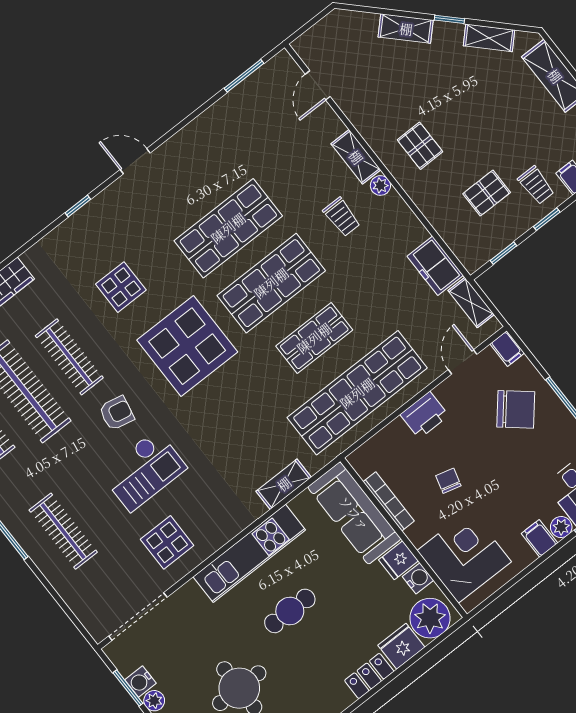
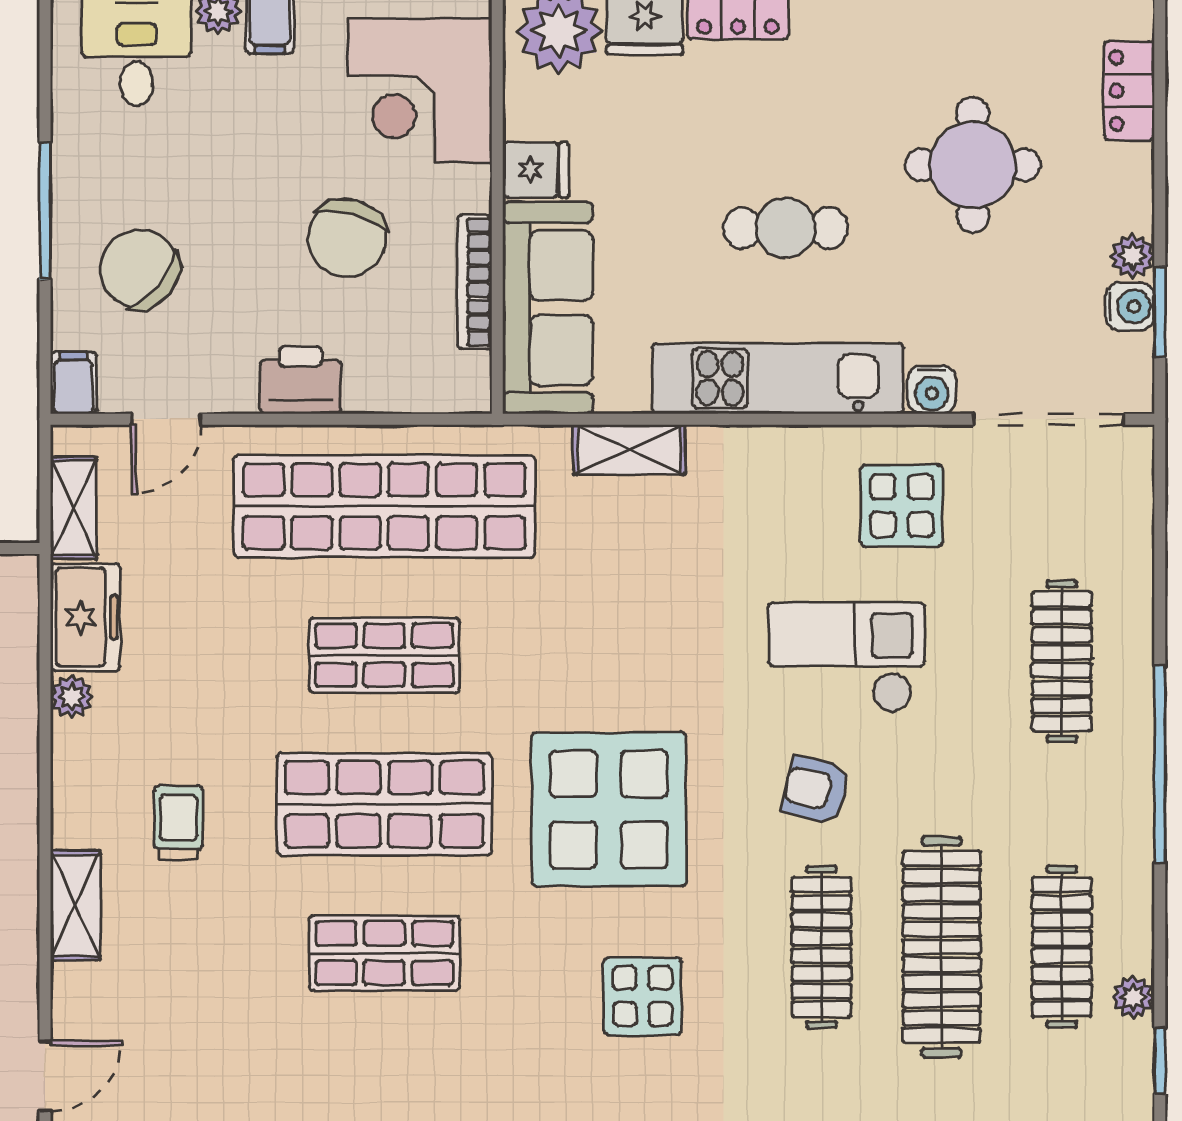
plant: (380, 185) -> (72, 697), moved
shop shelf: (228, 228) -> (384, 953), width x0.70, depth x0.74
chair: (448, 481) -> (347, 238), width x1.87, depth x1.87
water cooler: (418, 578) -> (932, 390), moved, turned -90

